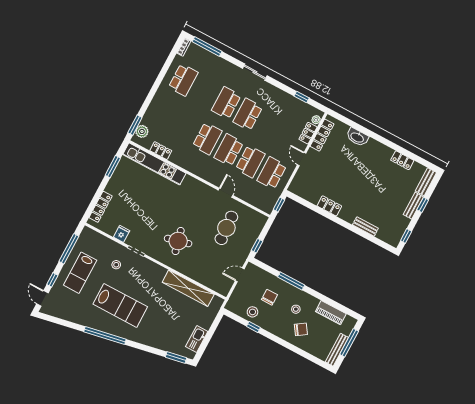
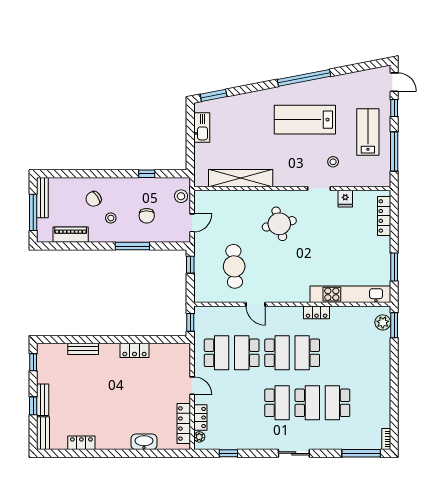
school desk: (183, 80) -> (338, 403), moved
locker: (161, 151) -> (317, 312), moved
stool: (252, 312) -> (181, 196), moved

